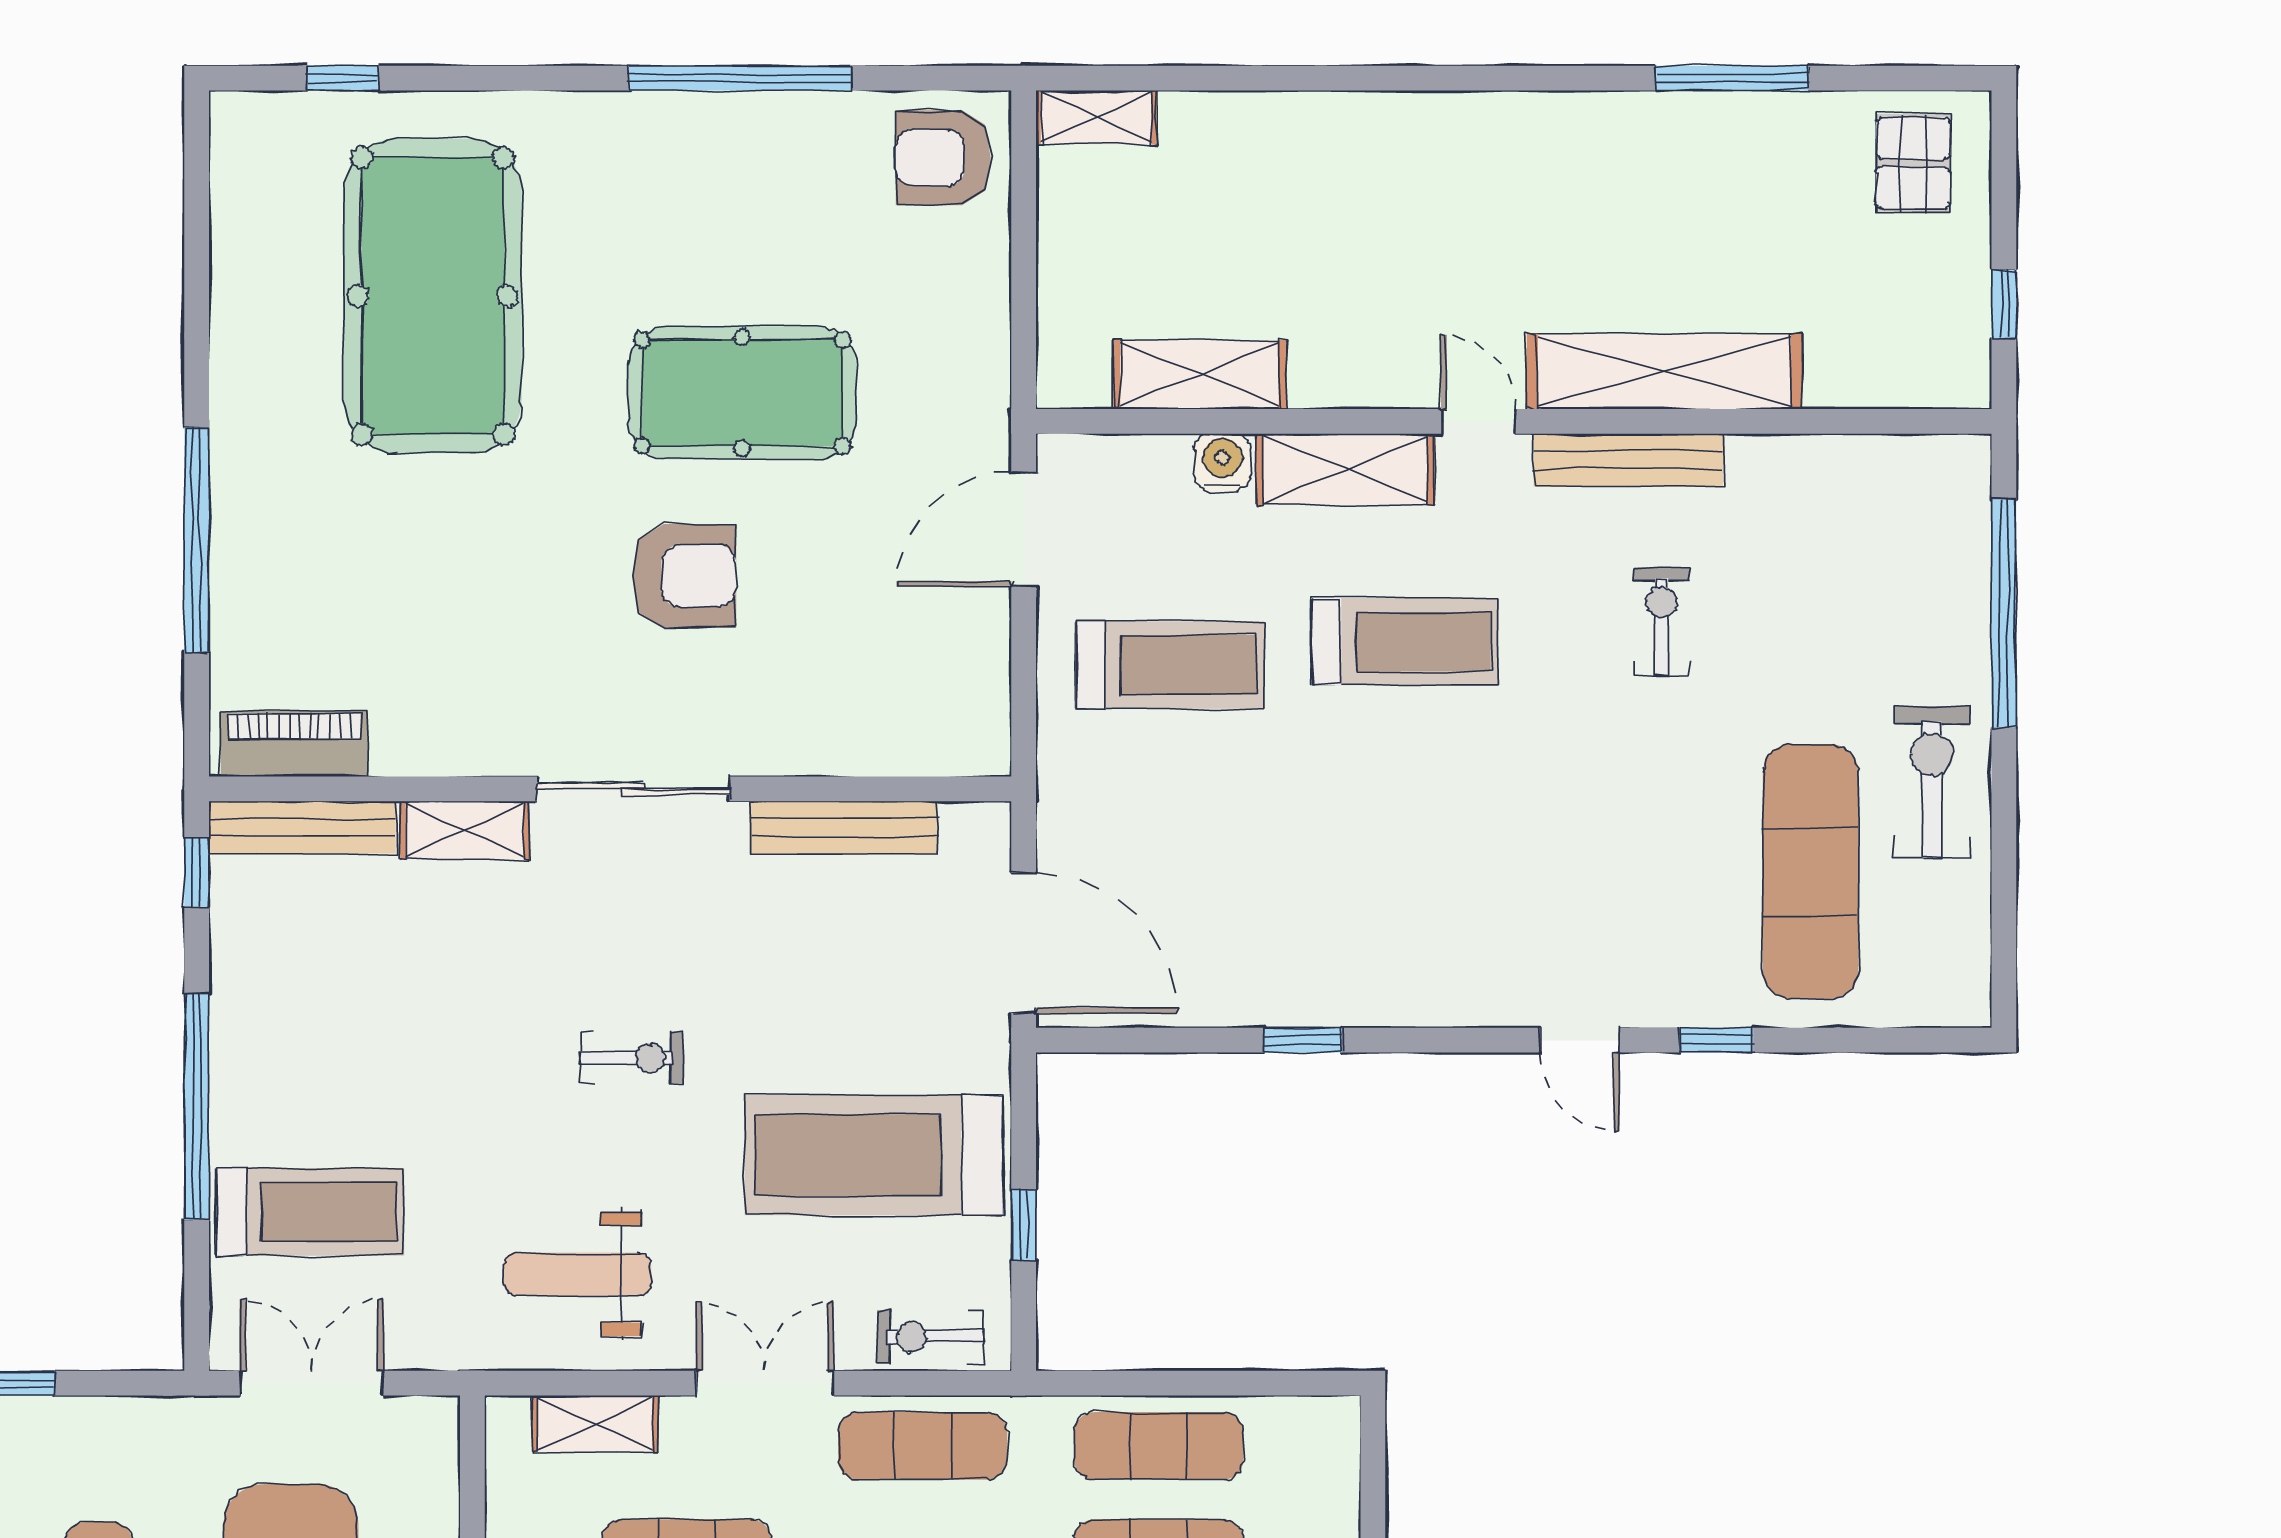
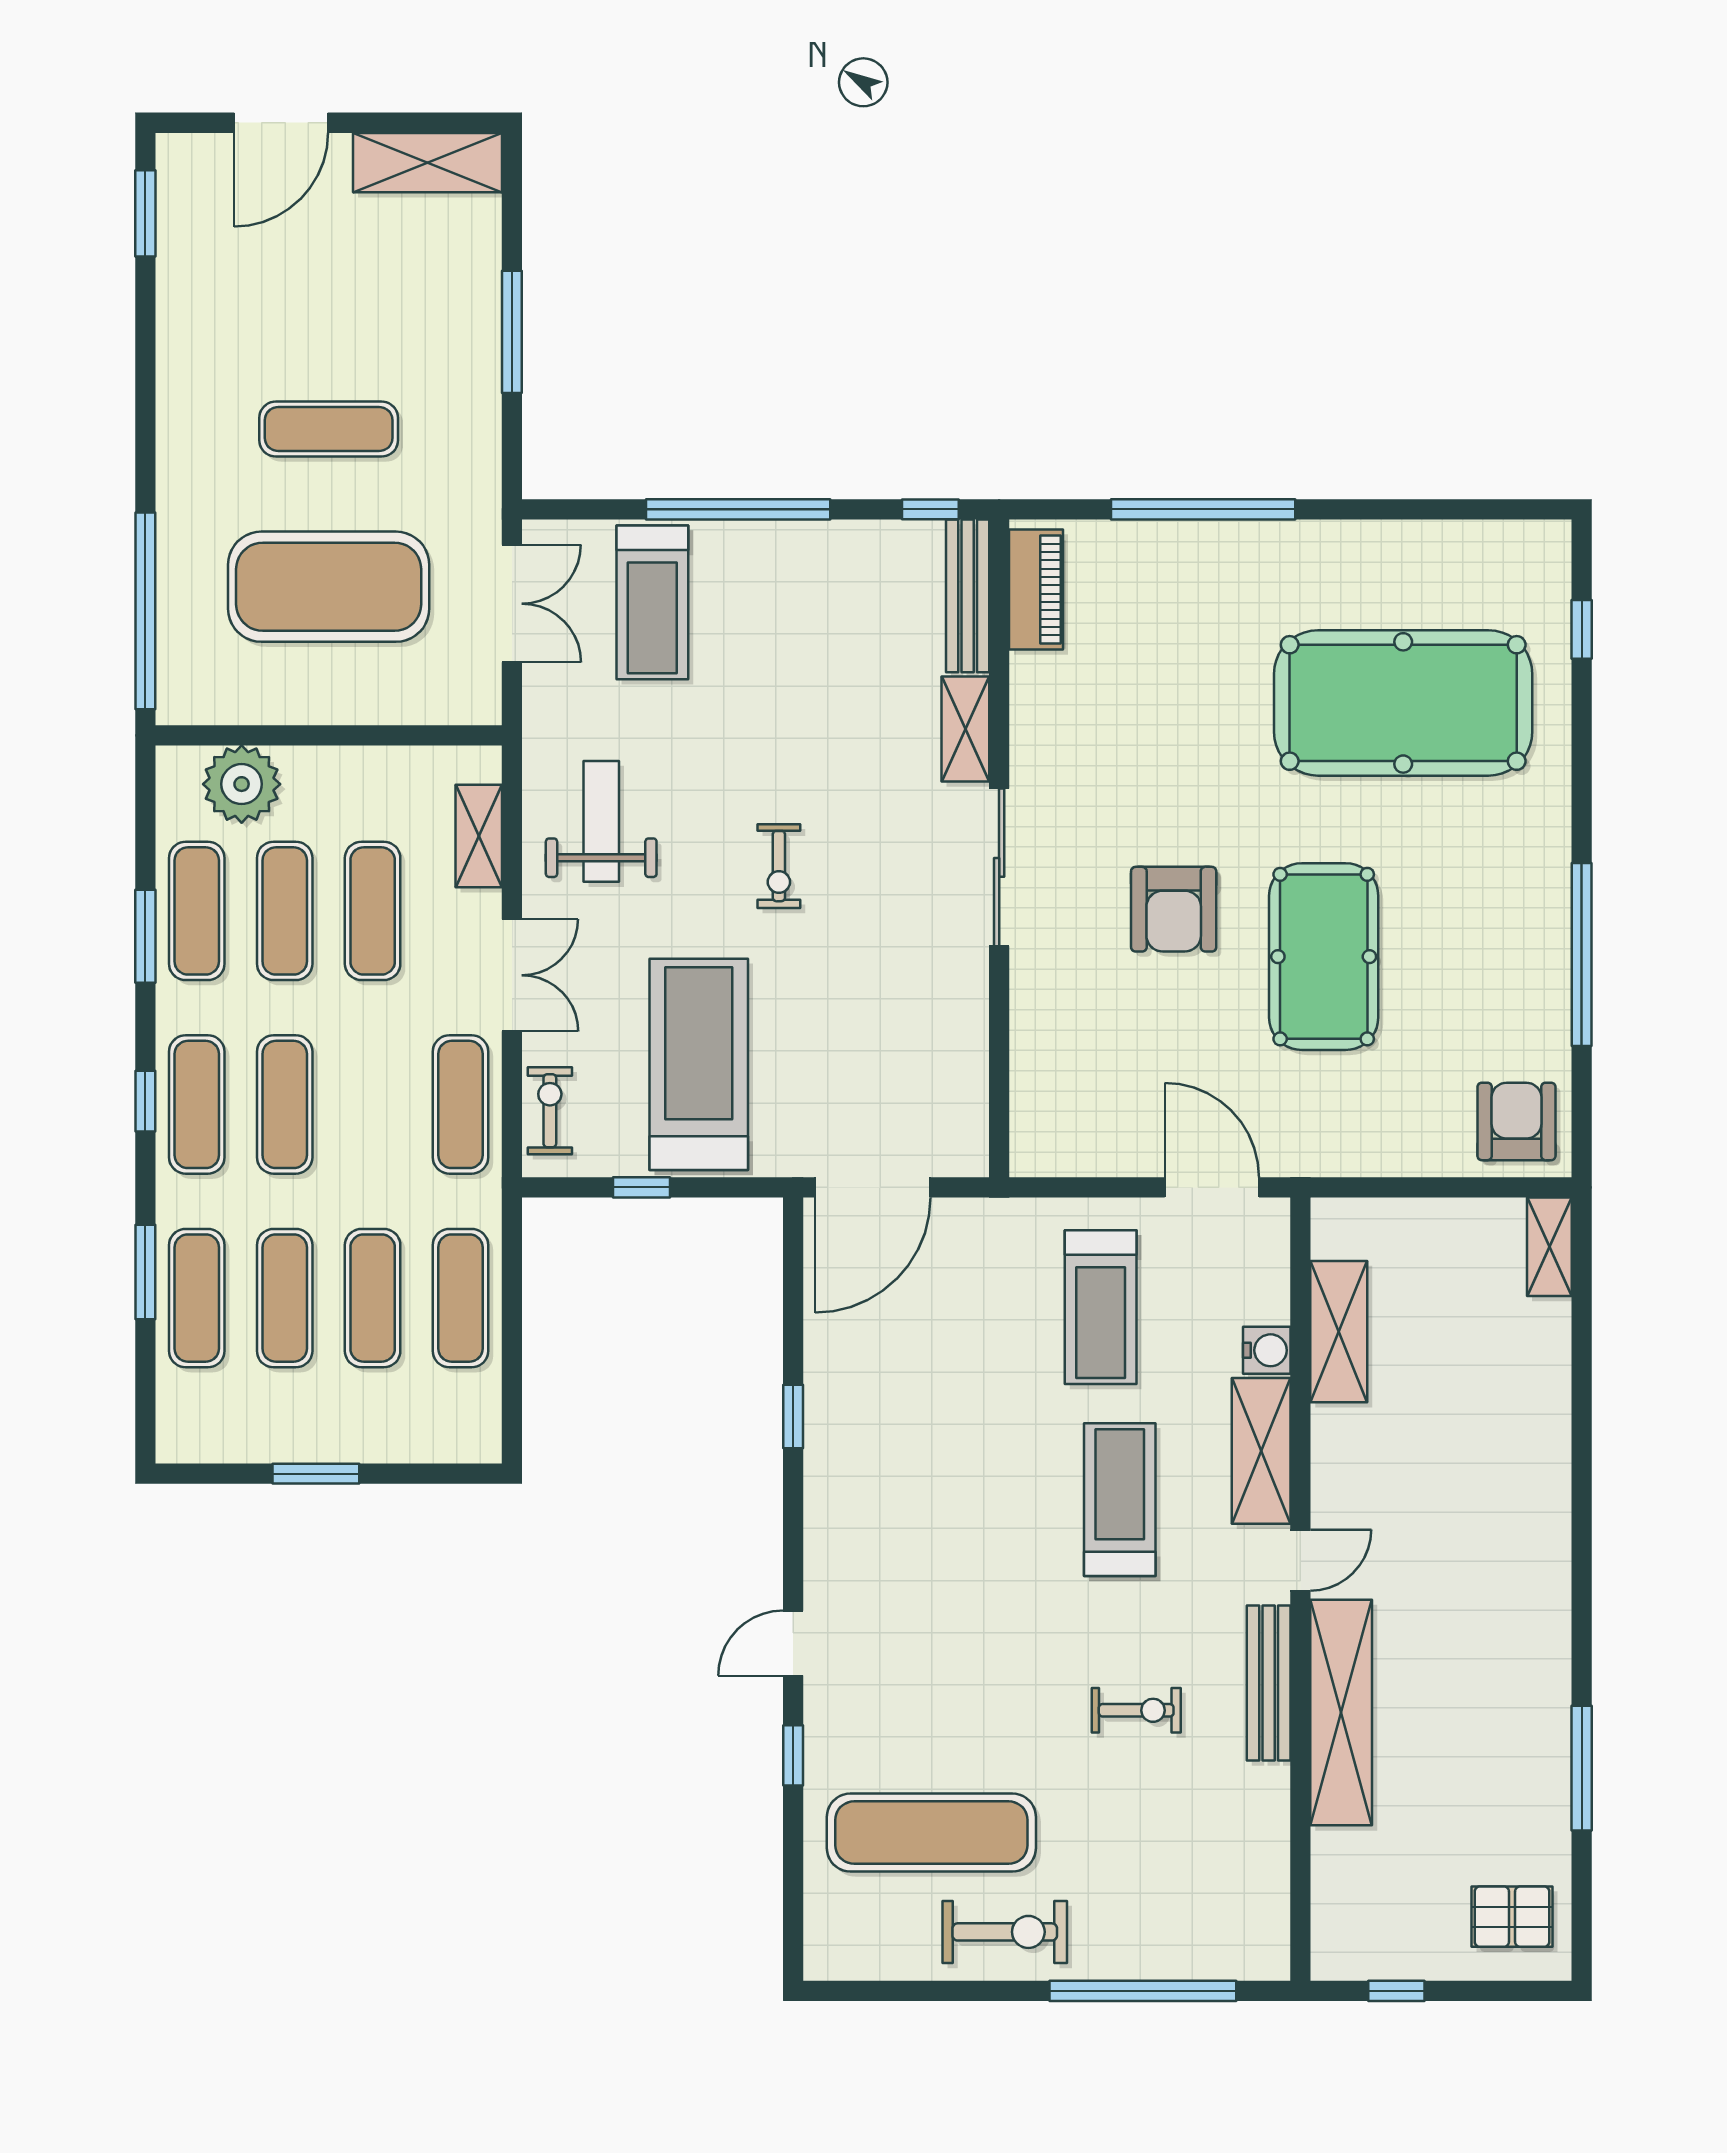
treadmill: (1405, 642) -> (1120, 1500), turned 180
bench: (843, 827) -> (968, 1040), removed

